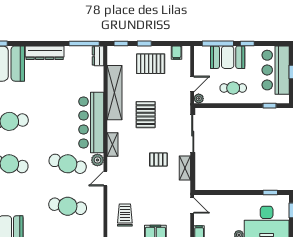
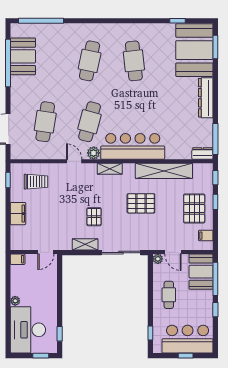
booth: (228, 57) -> (201, 272), moved

